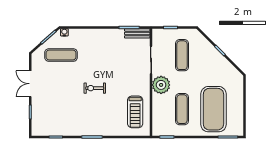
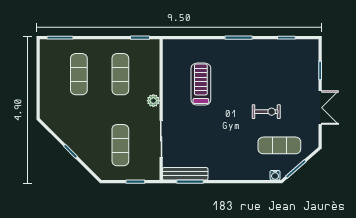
bench: (137, 33) -> (185, 174), width x1.36
plant: (161, 85) -> (153, 101), width x0.53, depth x0.53
exercise bike: (95, 88) -> (266, 112), moved
exercise mat: (213, 109) -> (79, 74), width x0.50, depth x0.69
treadmill: (135, 112) -> (201, 84), moved

